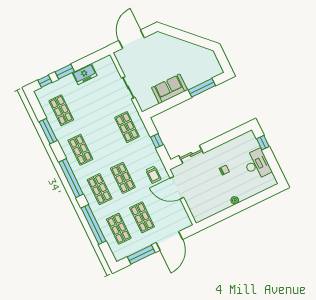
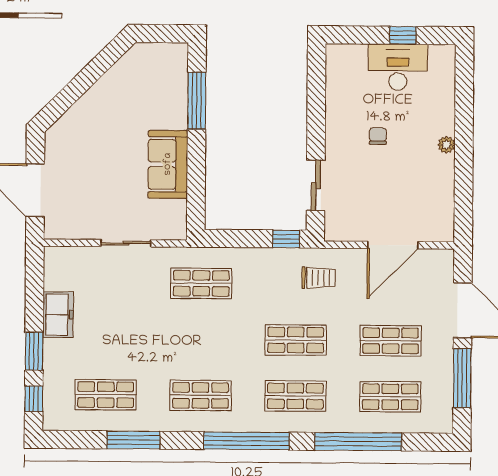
window: (157, 141) -> (286, 239), moved
window: (263, 143) -> (403, 35), moved
door: (177, 188) -> (393, 245), moved

